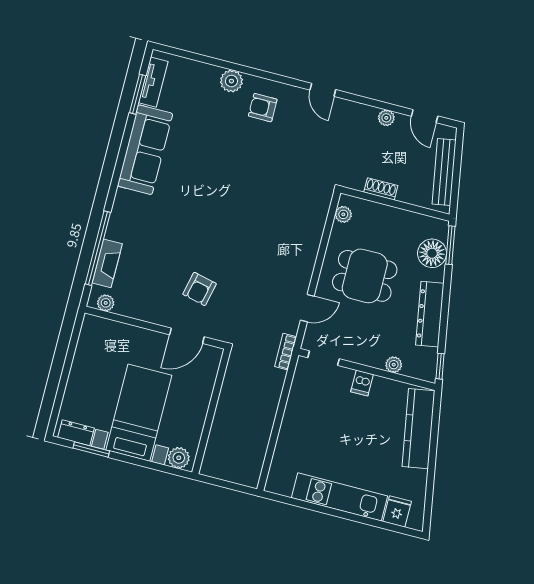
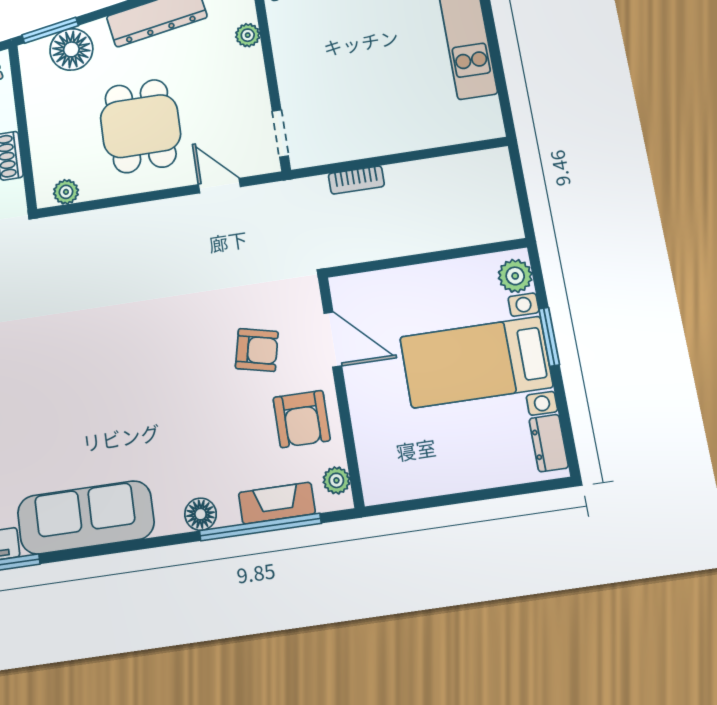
floor lamp: (119, 217) -> (201, 514), added
armchair: (149, 298) -> (302, 419), added
bookcase: (286, 352) -> (356, 180), moved
dishwasher: (362, 383) -> (292, 67), removed
window: (91, 449) -> (549, 337), moved

